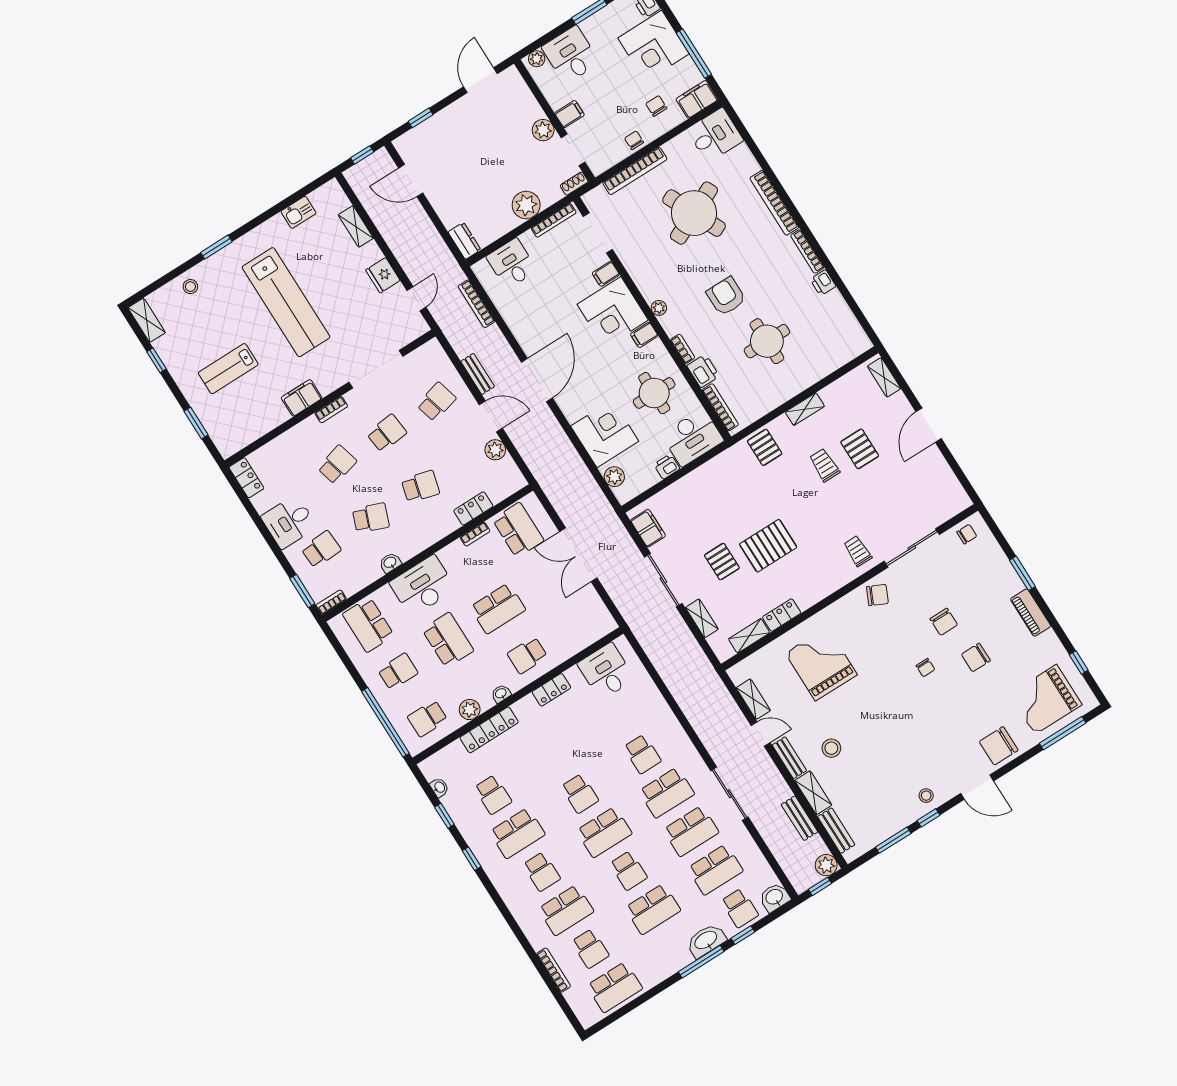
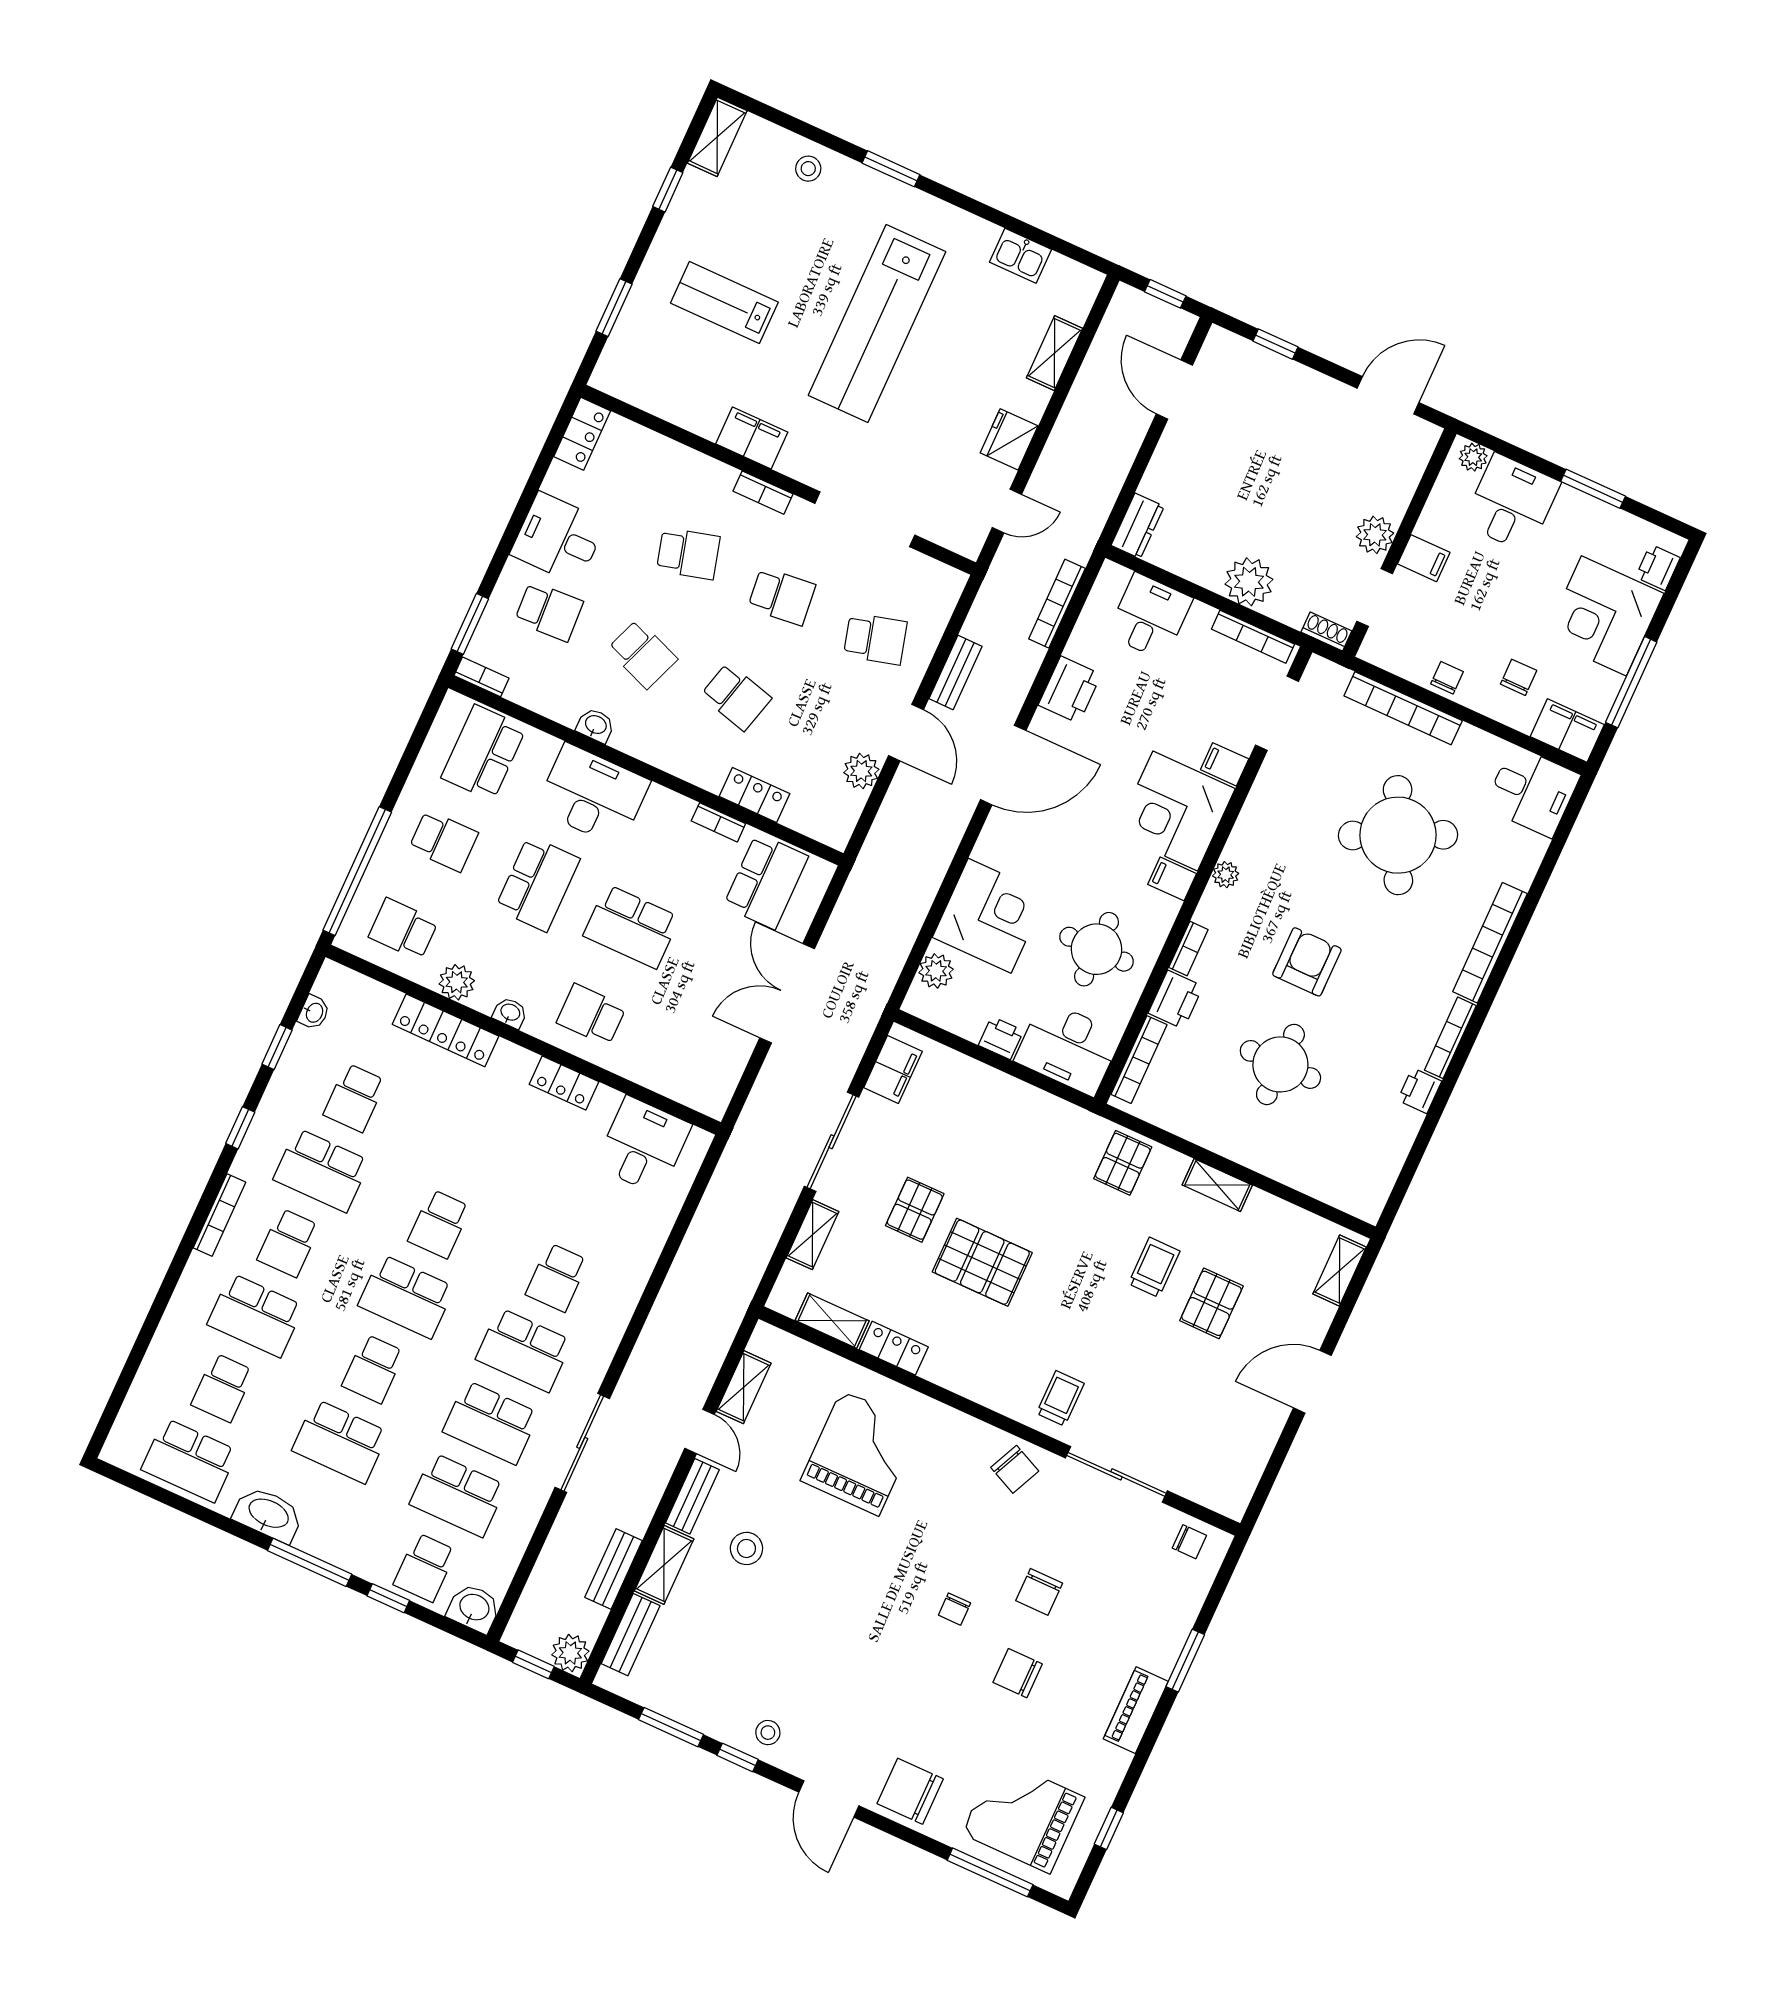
printer: (522, 325) -> (1070, 690), added
washbasin: (706, 940) -> (268, 1514), moved
bookcase: (554, 970) -> (219, 1215), moved

